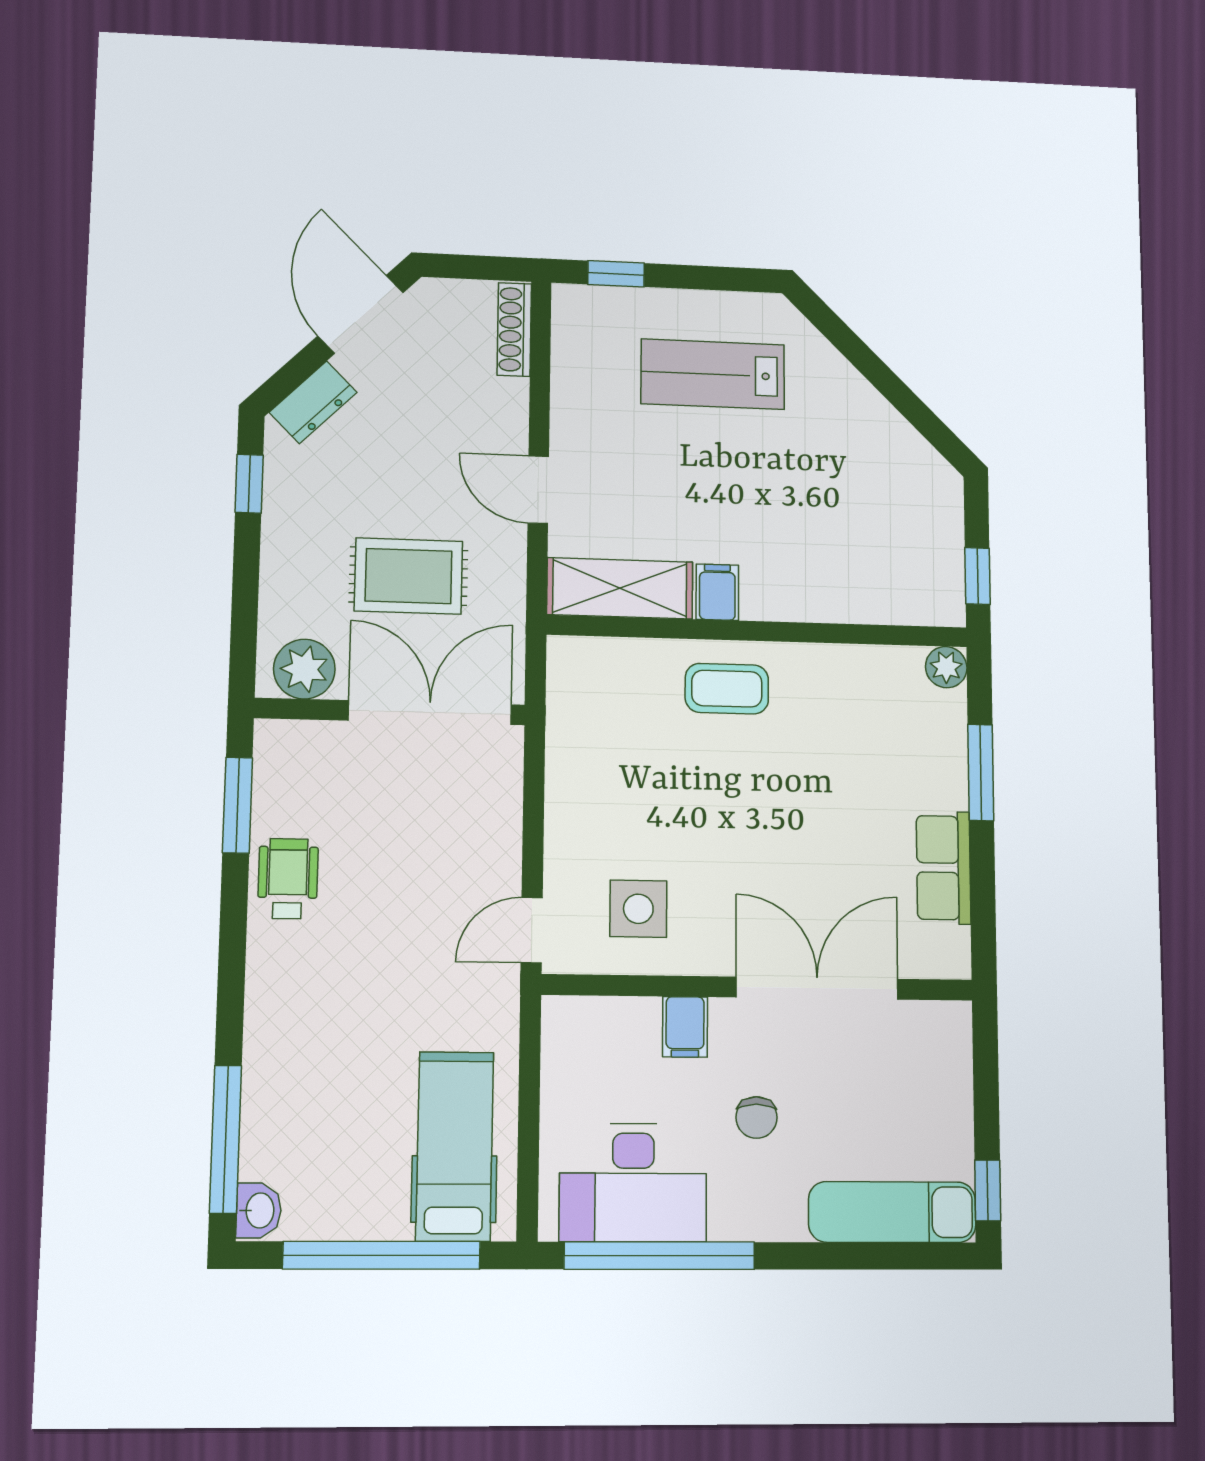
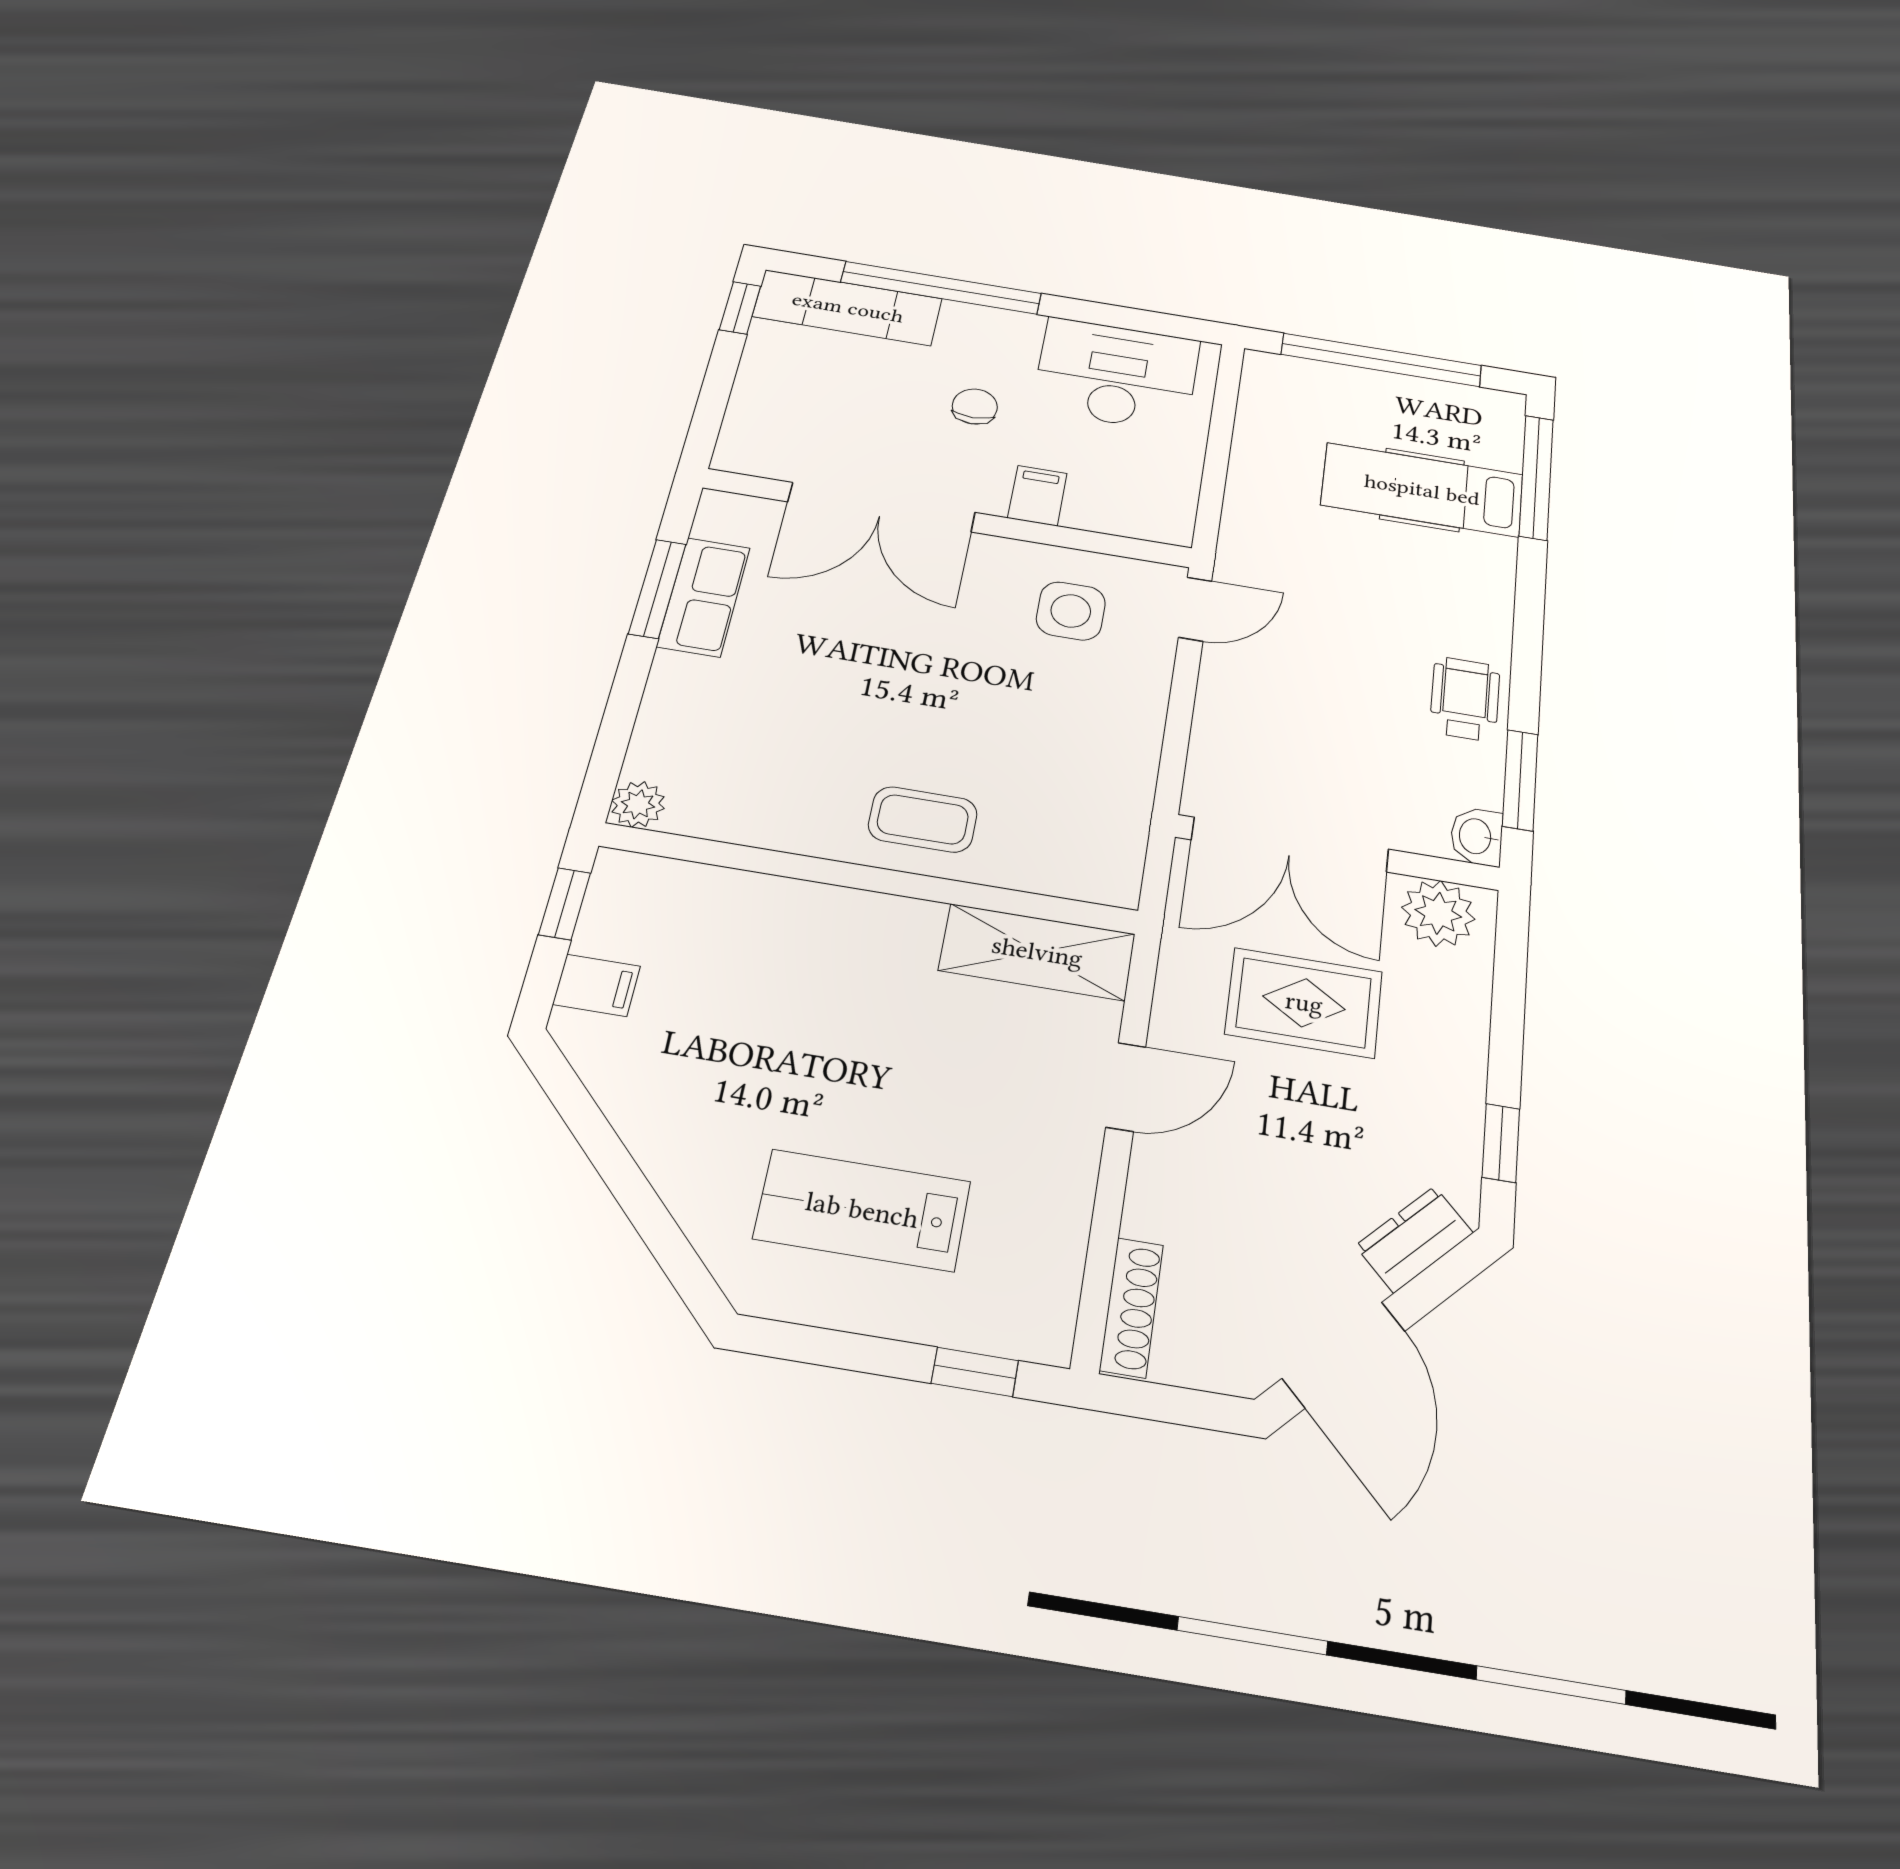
lab bench: (713, 374) -> (862, 1210), turned 180
door: (538, 490) -> (1126, 1087), hinge flipped
filing cabinet: (717, 592) -> (597, 985), moved, turned -90
window: (981, 772) -> (657, 589), moved
wheelchair: (288, 879) -> (1465, 699), turned 180
hospital bed: (455, 1146) -> (1422, 490), moved, turned 90
washbasin: (259, 1211) -> (1477, 836), moved
window: (660, 1256) -> (941, 288), moved

